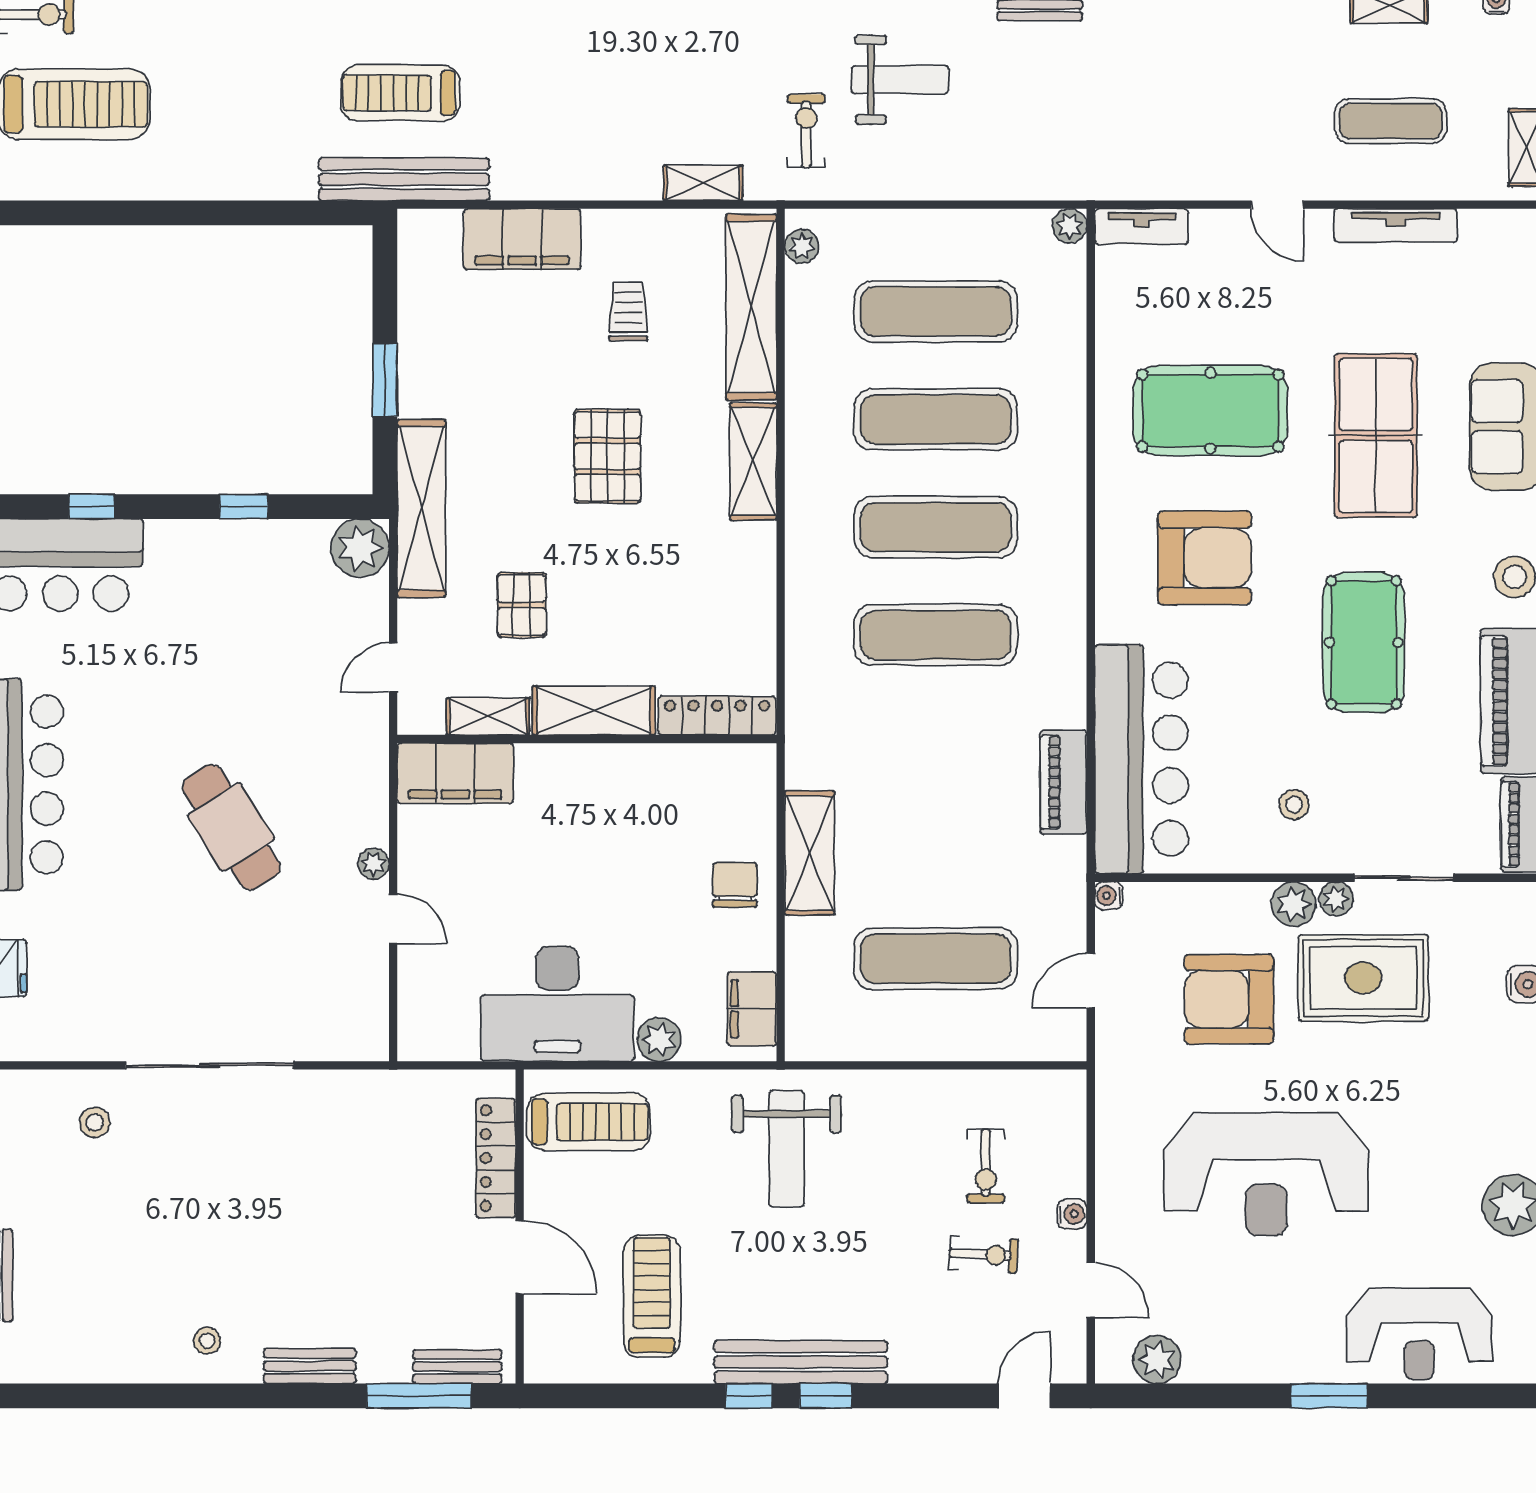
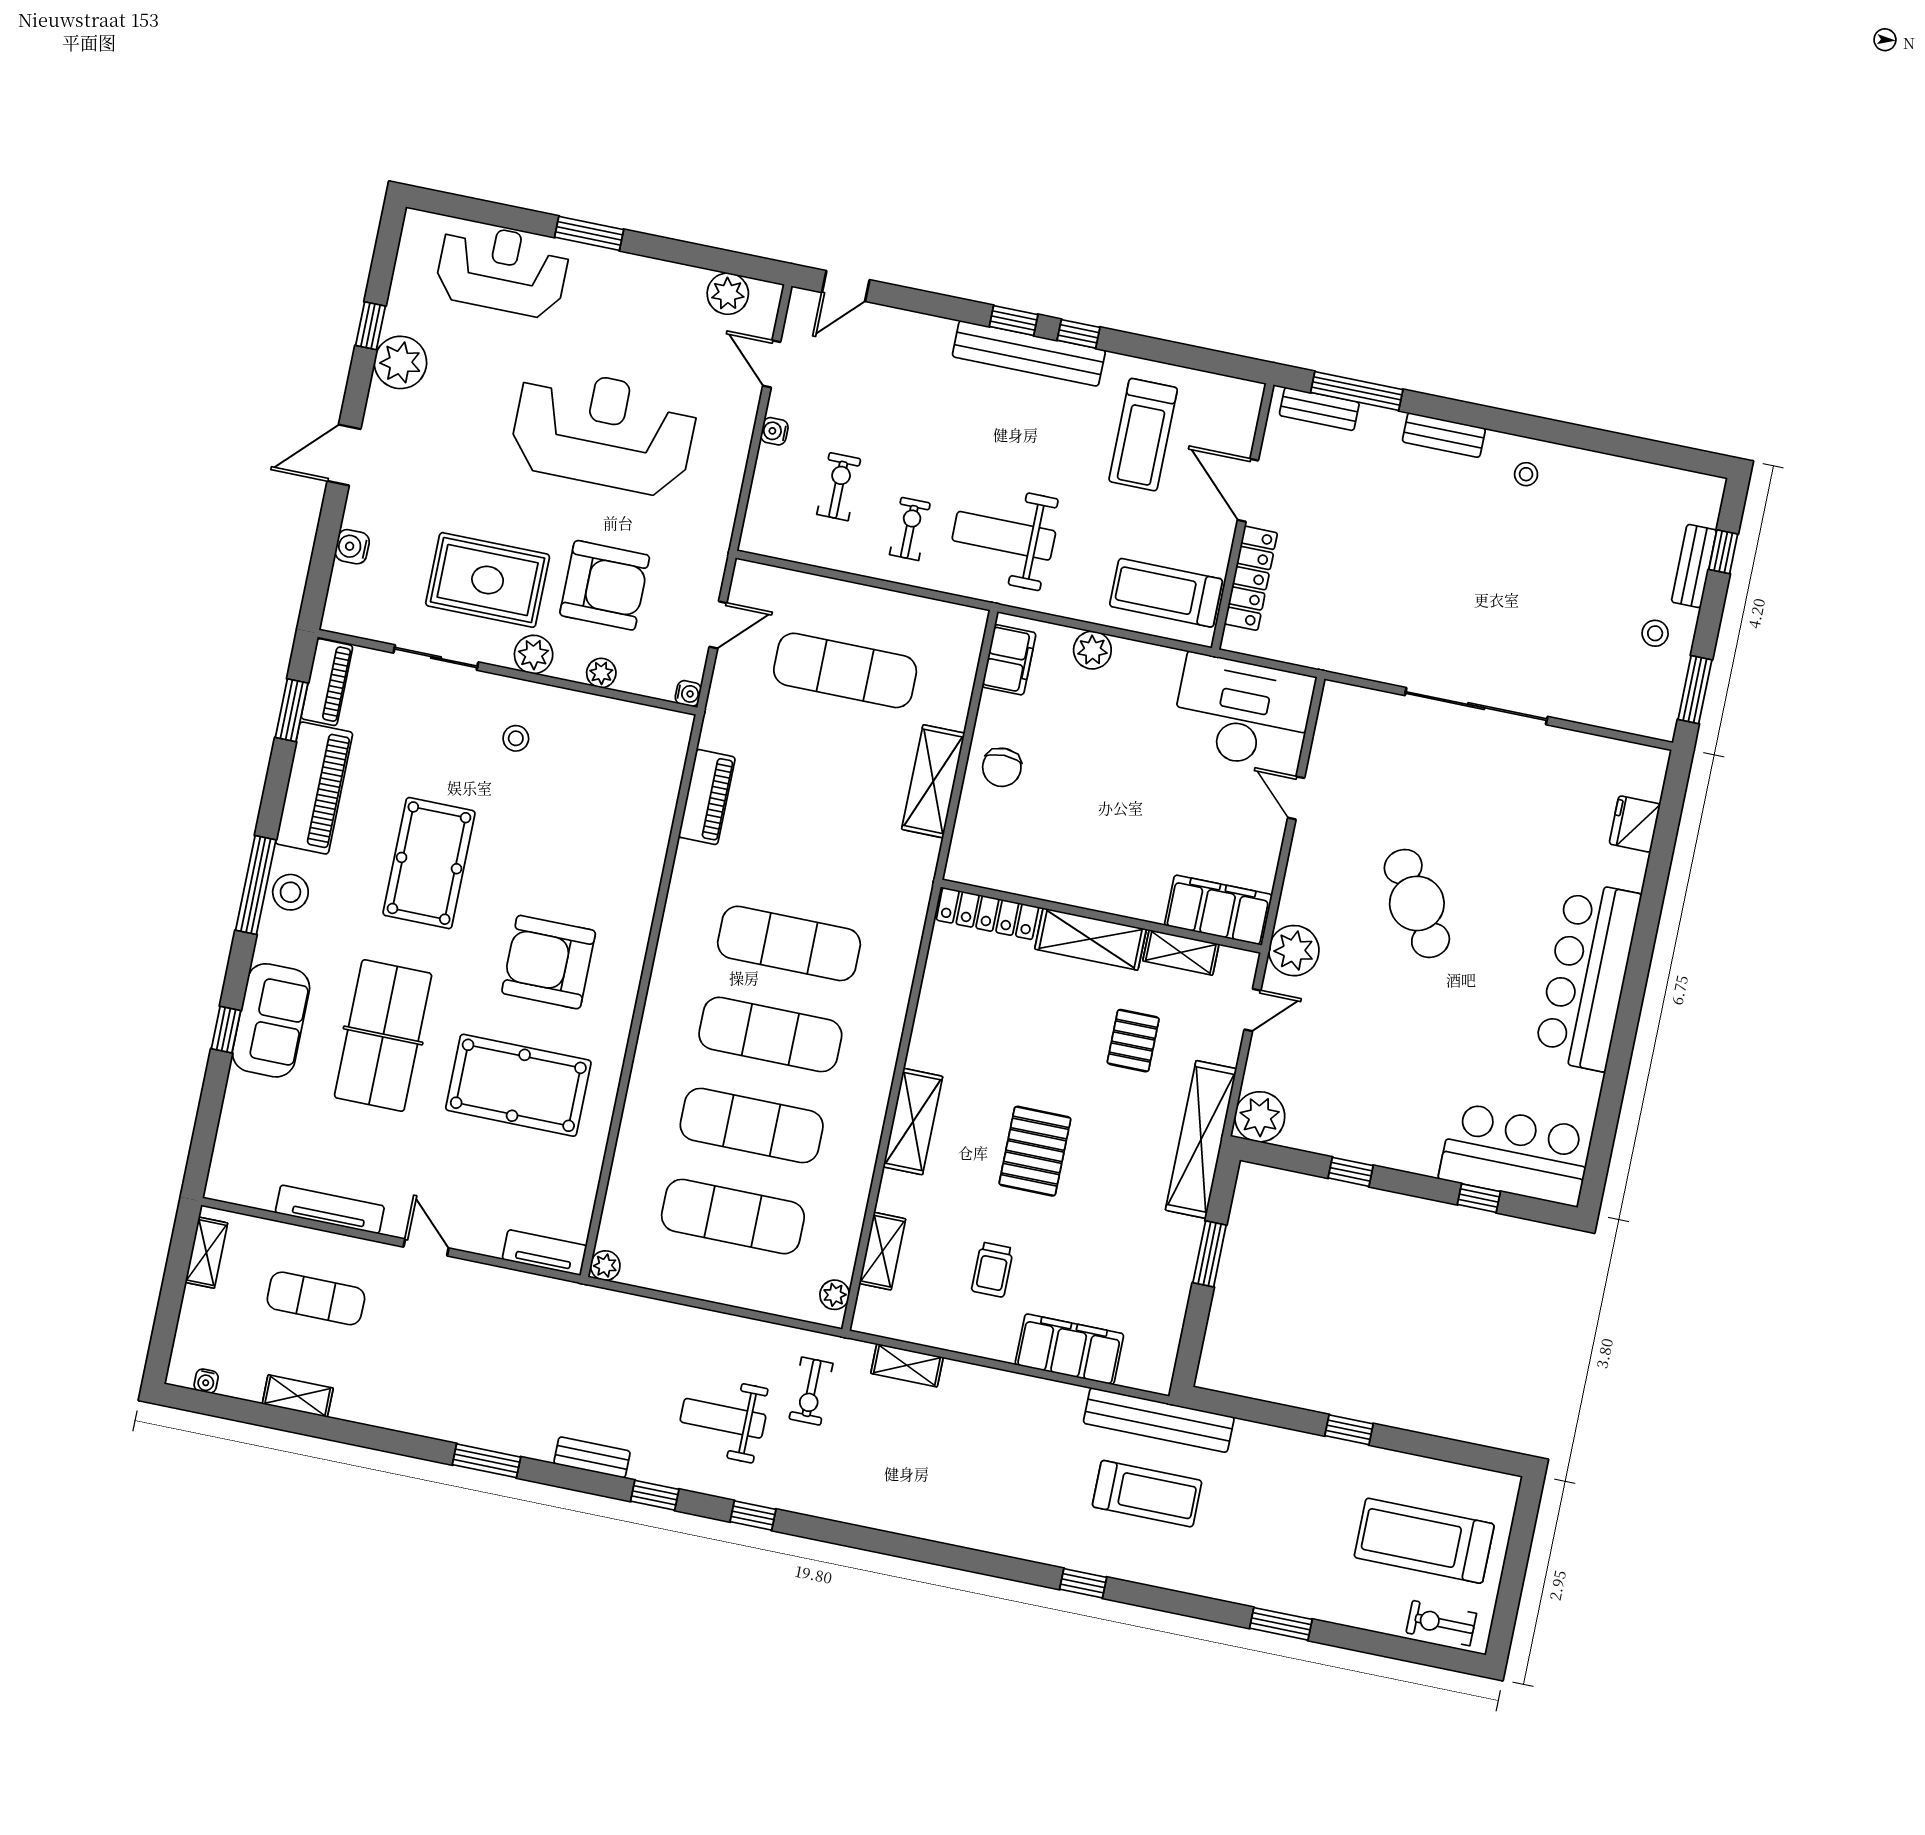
window: (185, 213) -> (1349, 1430), added
shelving: (751, 307) -> (882, 1251), width x0.45, depth x0.75
bar counter: (1141, 759) -> (637, 803), removed
plant: (374, 864) -> (1294, 951), moved, width x1.88, depth x1.88
plant: (1336, 899) -> (601, 673), moved
desk: (557, 1004) -> (1243, 712), moved
stool: (95, 1122) -> (1655, 633), moved
weight bench: (787, 1149) -> (1004, 536), turned -90
exercise bike: (983, 1255) -> (910, 529), moved, turned 87

